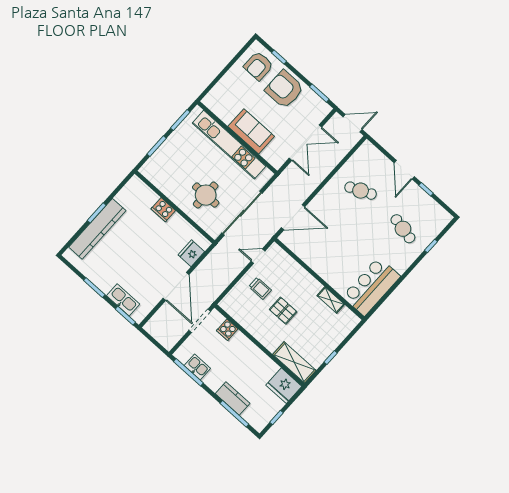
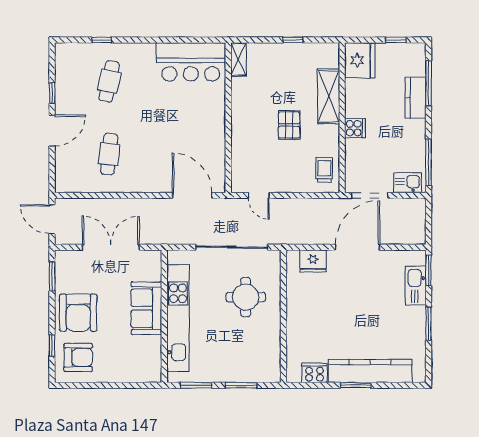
cafe table: (361, 191) -> (109, 154), turned 30
cooker: (163, 210) -> (314, 373), moved, turned -90
trolley: (260, 288) -> (324, 170), moved
shelving: (331, 300) -> (238, 60), moved
cooker: (227, 330) -> (355, 128), moved
shelving: (294, 362) -> (329, 96), moved
kitchen sink: (197, 367) -> (408, 183), moved, turned 90

